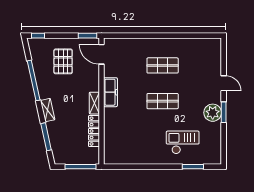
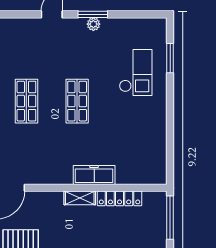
freezer: (110, 92) -> (94, 175), moved
plant: (213, 113) -> (93, 24), width x0.53, depth x0.53
checkout: (183, 142) -> (136, 72), turned 180

